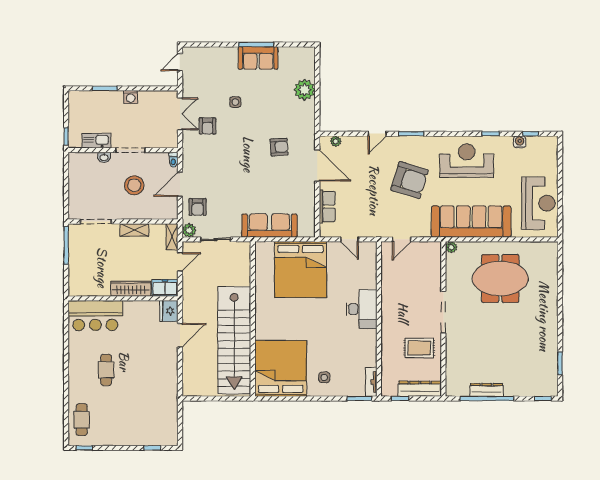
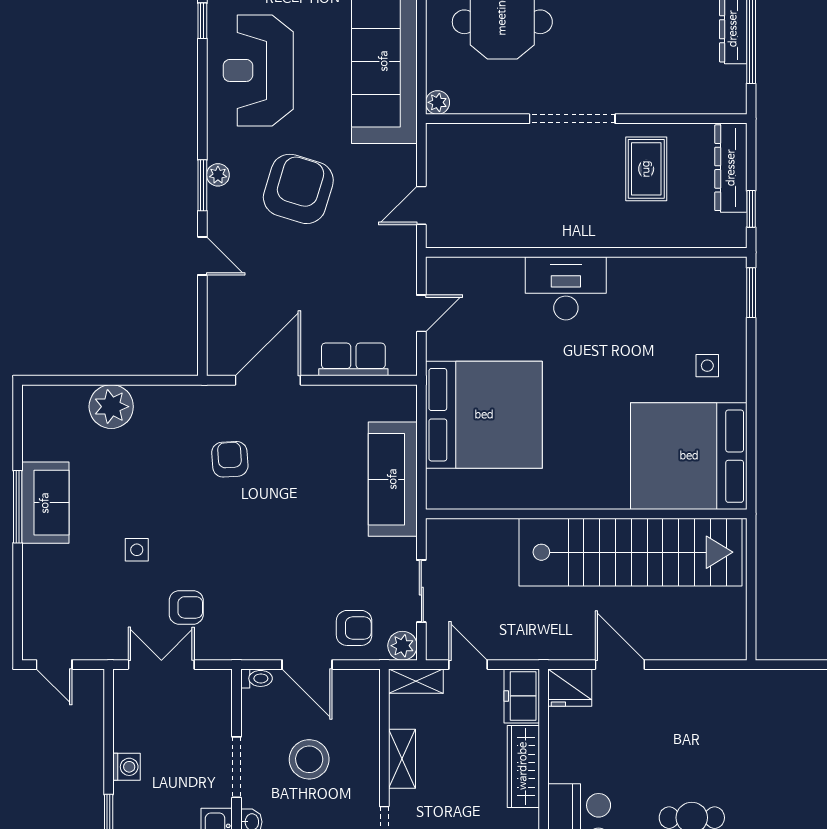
plant: (336, 141) -> (218, 175), moved
door: (402, 239) -> (421, 205), swing flipped
tv unit: (371, 382) -> (717, 268), removed

